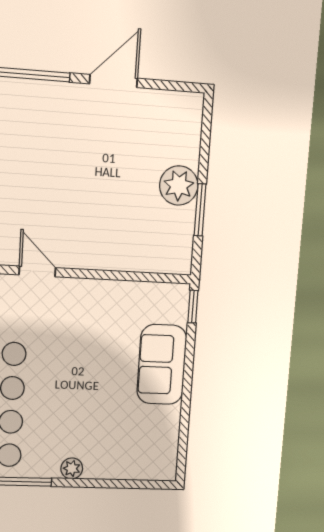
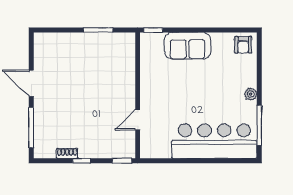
plant: (179, 185) -> (85, 43), removed
armchair: (157, 458) -> (243, 45), added

